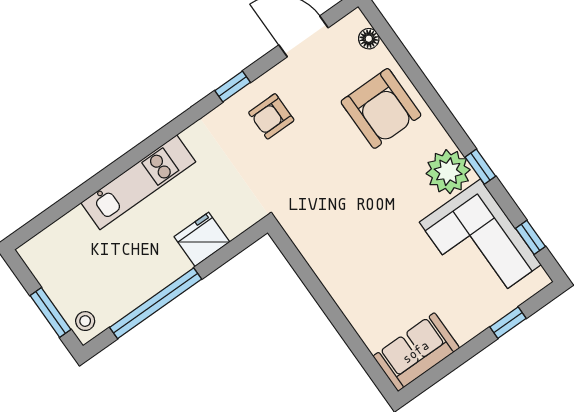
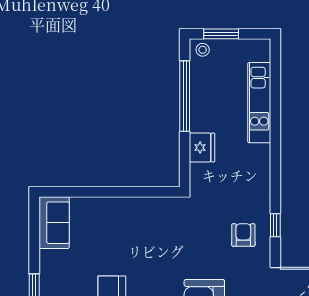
kitchen unit: (138, 182) -> (259, 103), moved

